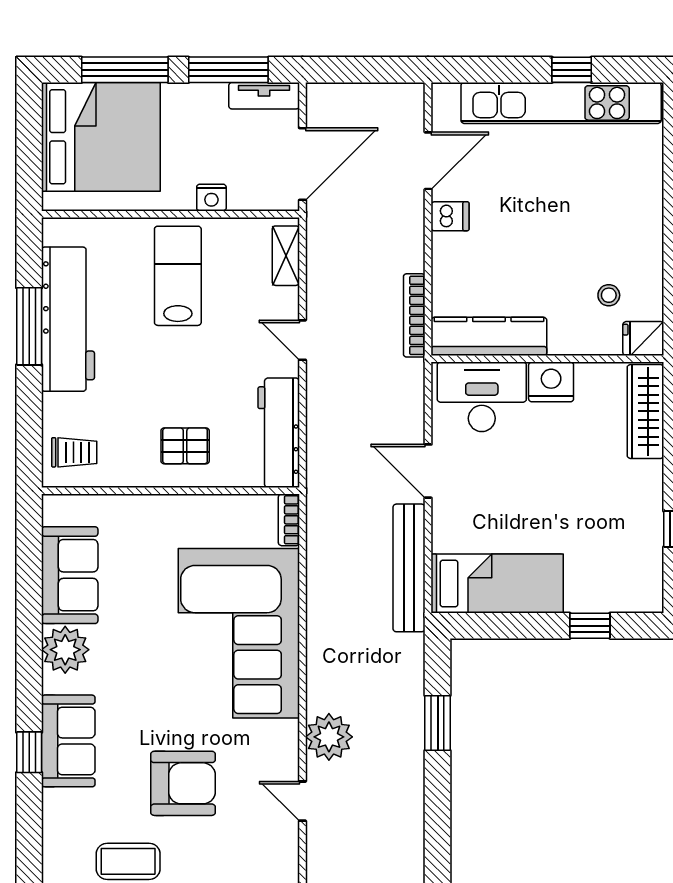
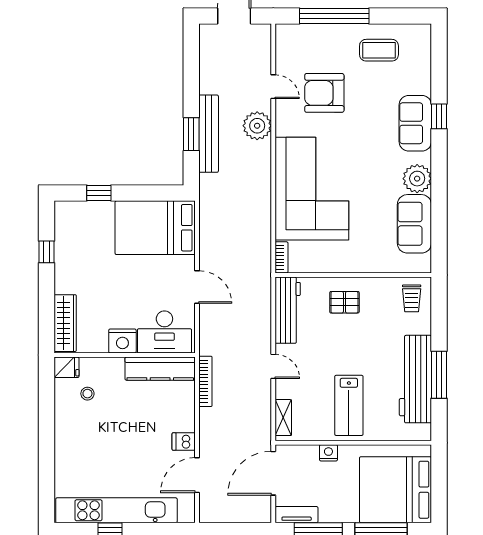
trolley: (74, 452) -> (412, 298), turned -90
bench: (409, 568) -> (209, 134), moved
bed: (497, 584) -> (155, 228), width x1.50
armchair: (183, 783) -> (324, 93), moved

